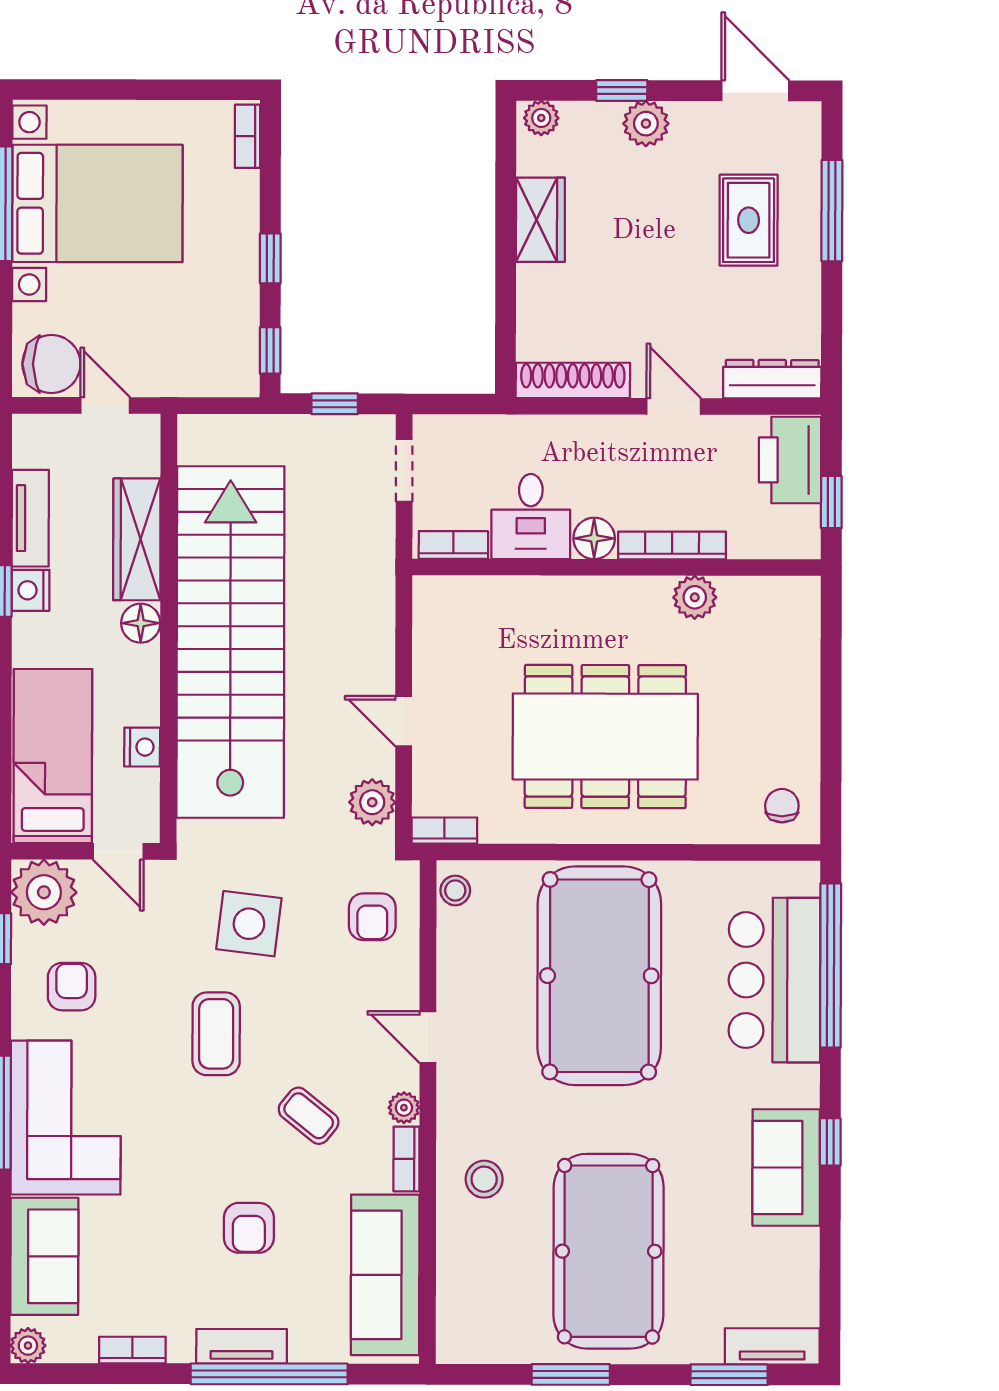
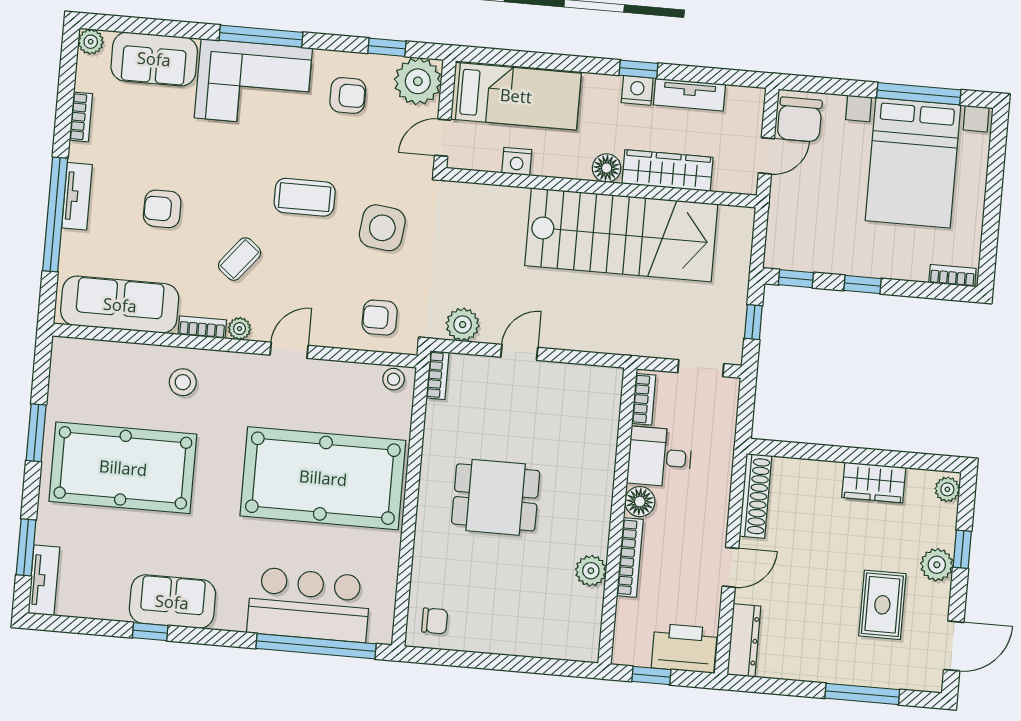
rug: (749, 220) -> (882, 605), moved, turned 90
stairs: (230, 642) -> (621, 235), width x0.73
dining table: (605, 737) -> (496, 497), width x0.53, depth x0.80
window: (830, 1142) -> (150, 632), moved

